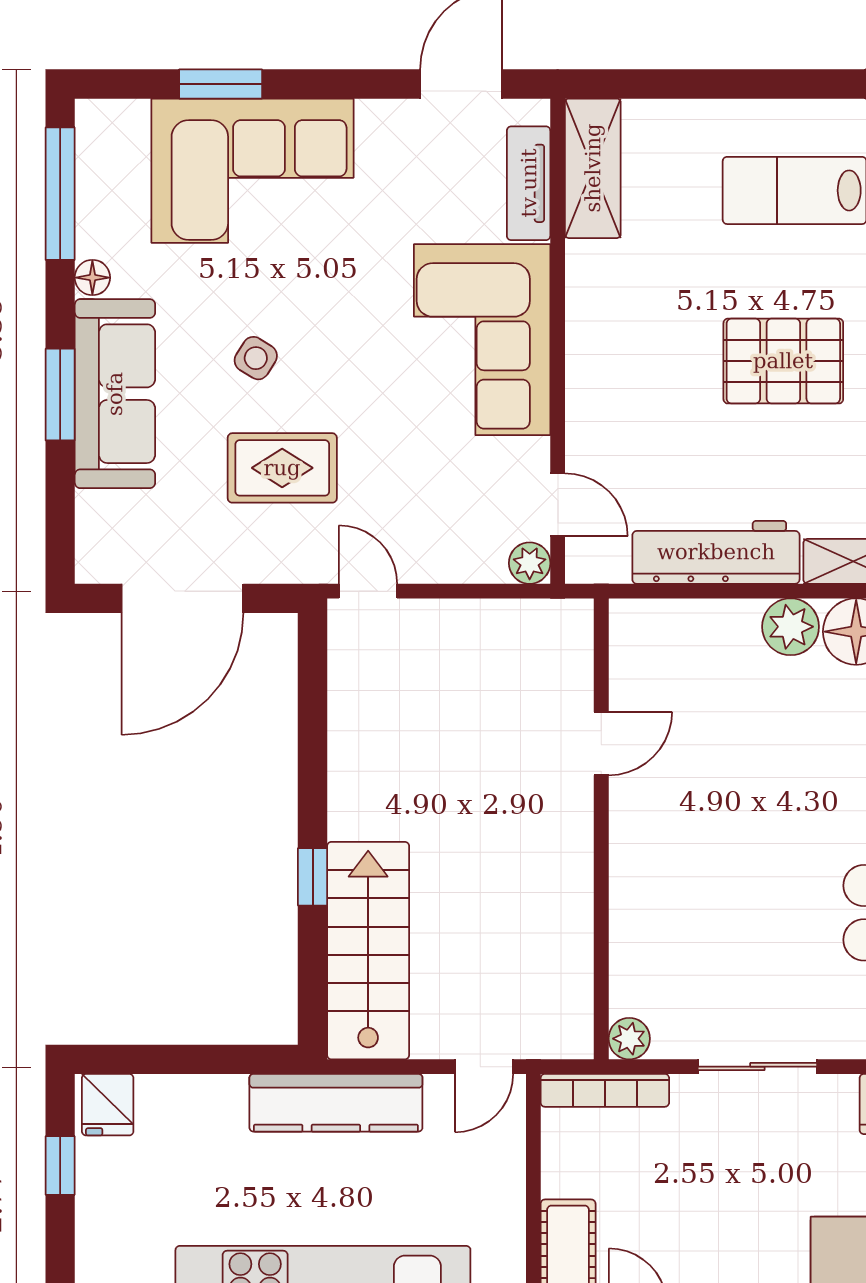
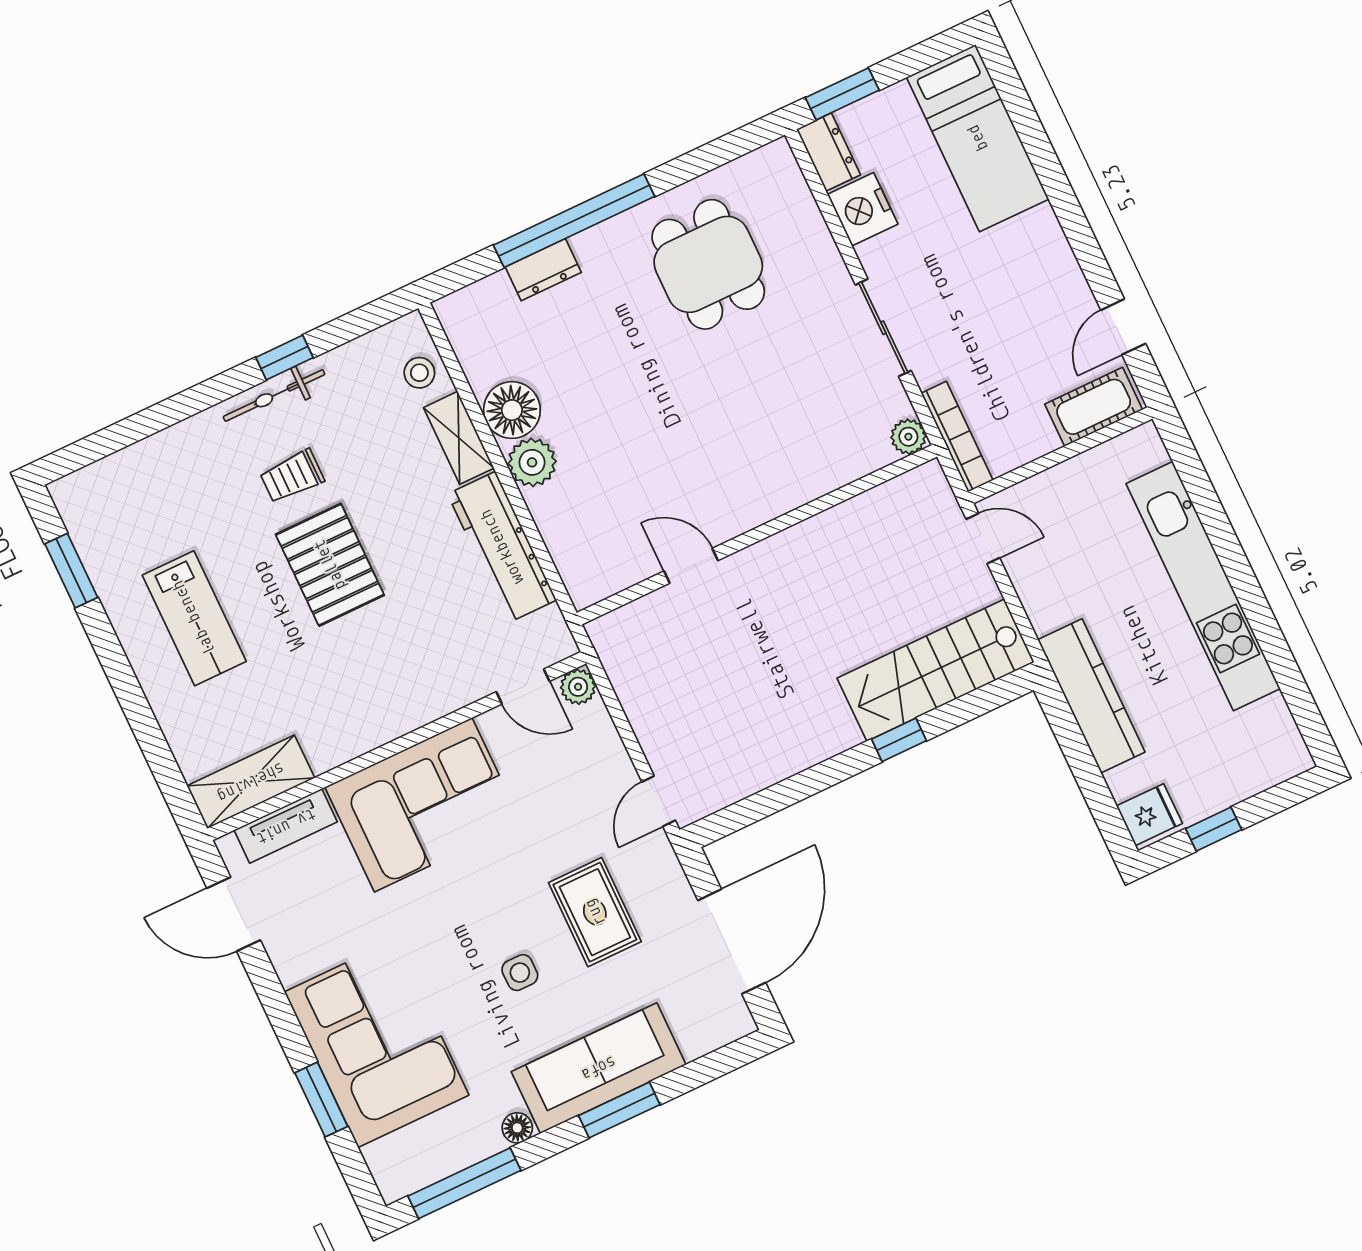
side table: (256, 358) -> (520, 973), turned -32
door: (558, 505) -> (523, 686), swing flipped
door: (183, 598) -> (732, 941), hinge flipped
kitchen counter: (336, 1103) -> (1091, 696), moved

